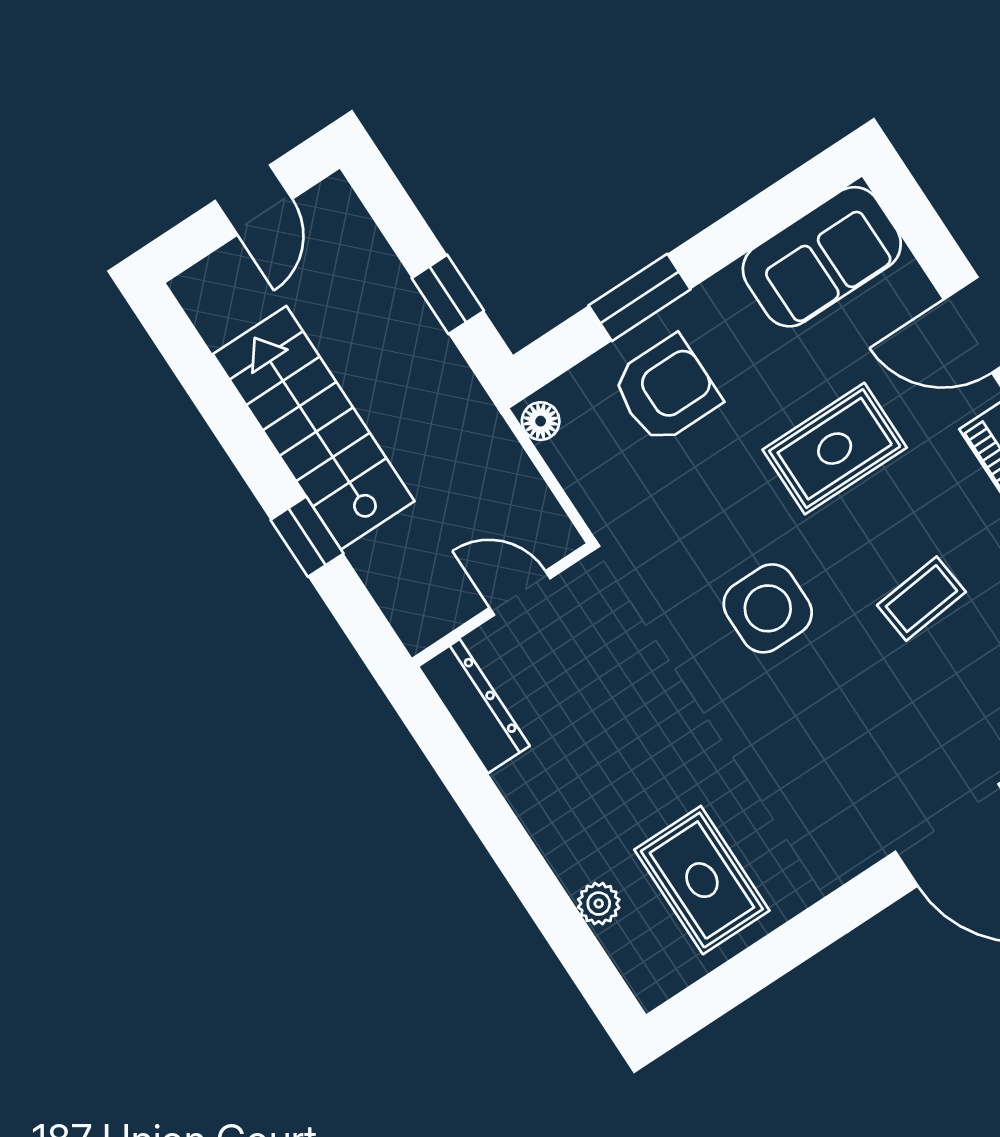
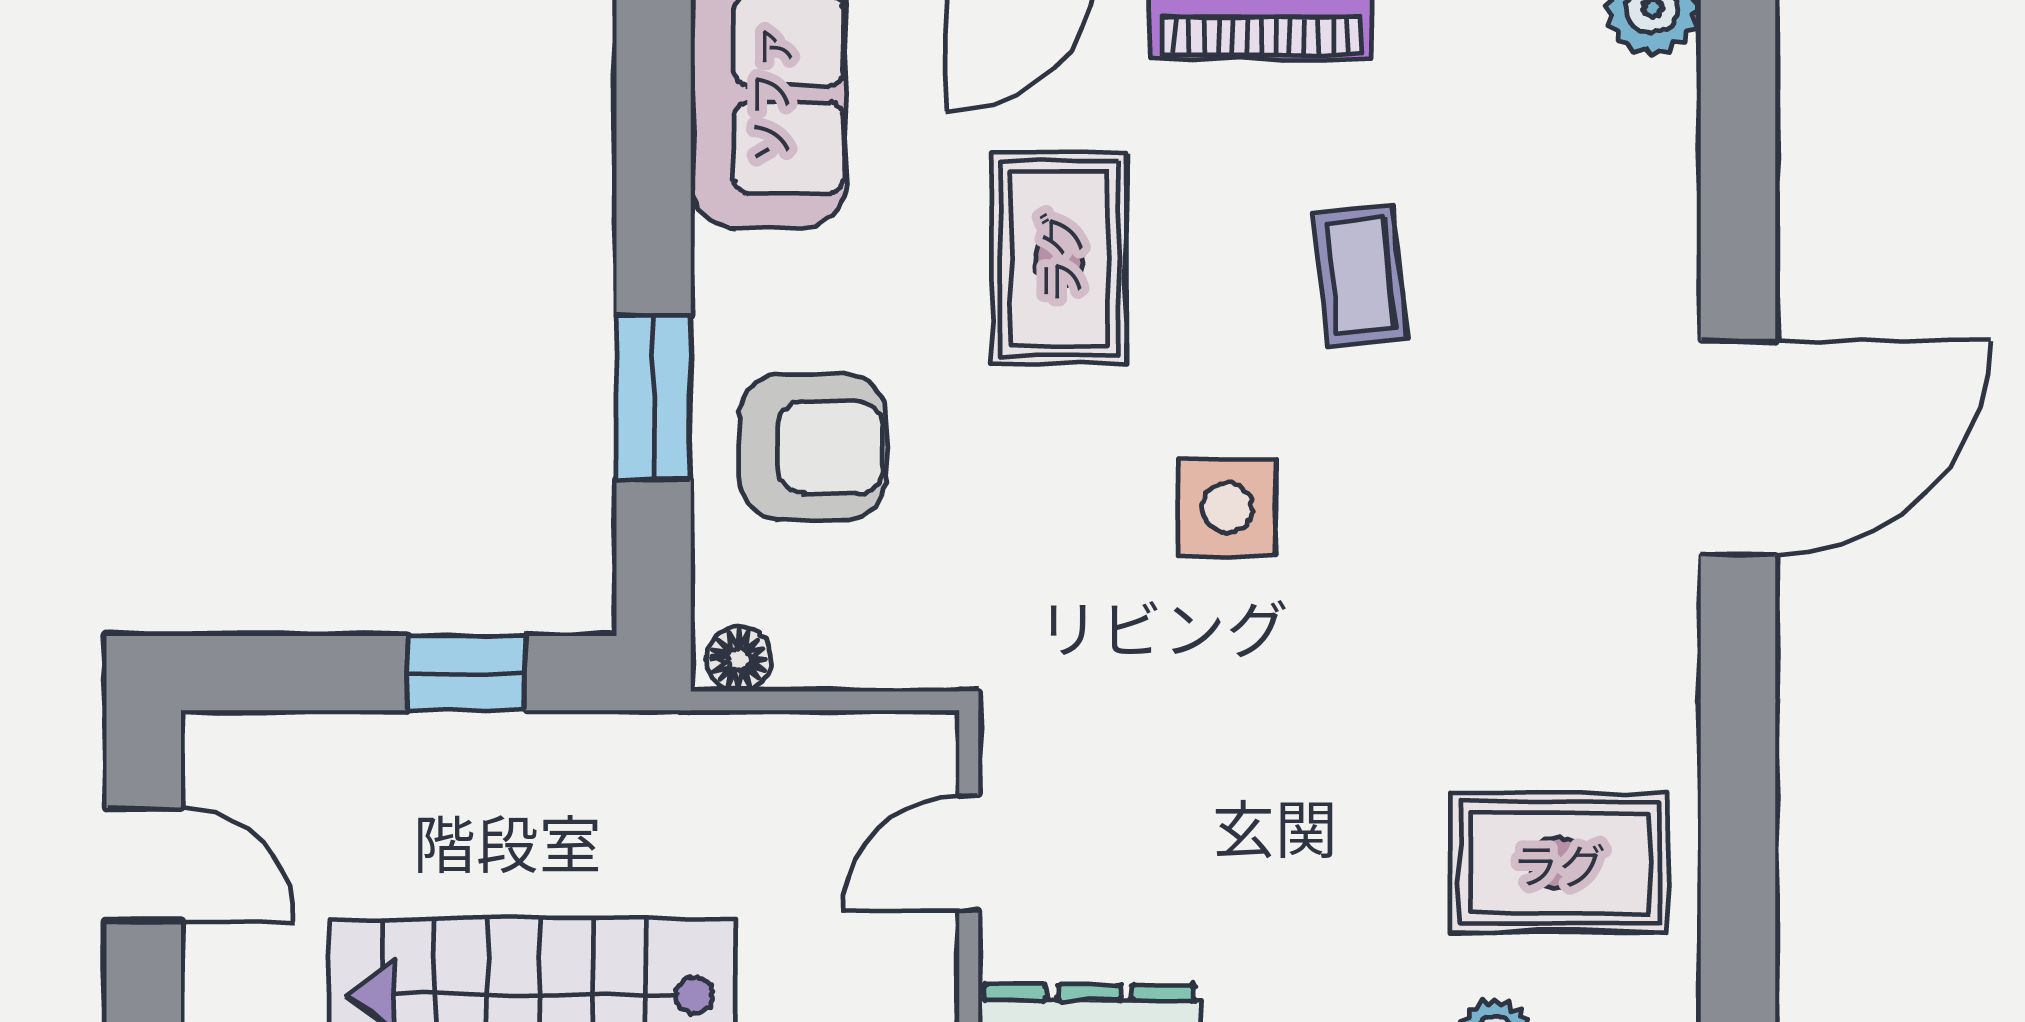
armchair: (666, 390) -> (813, 447), turned 90
side table: (768, 608) -> (1228, 508), width x0.73, depth x0.73

